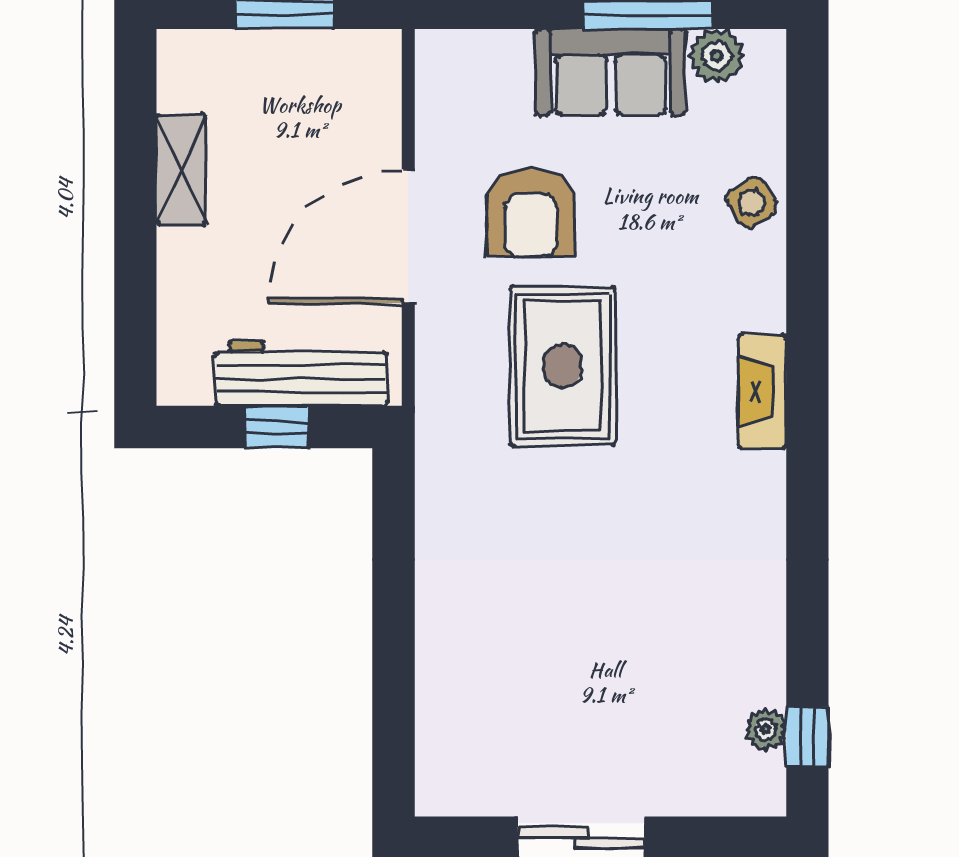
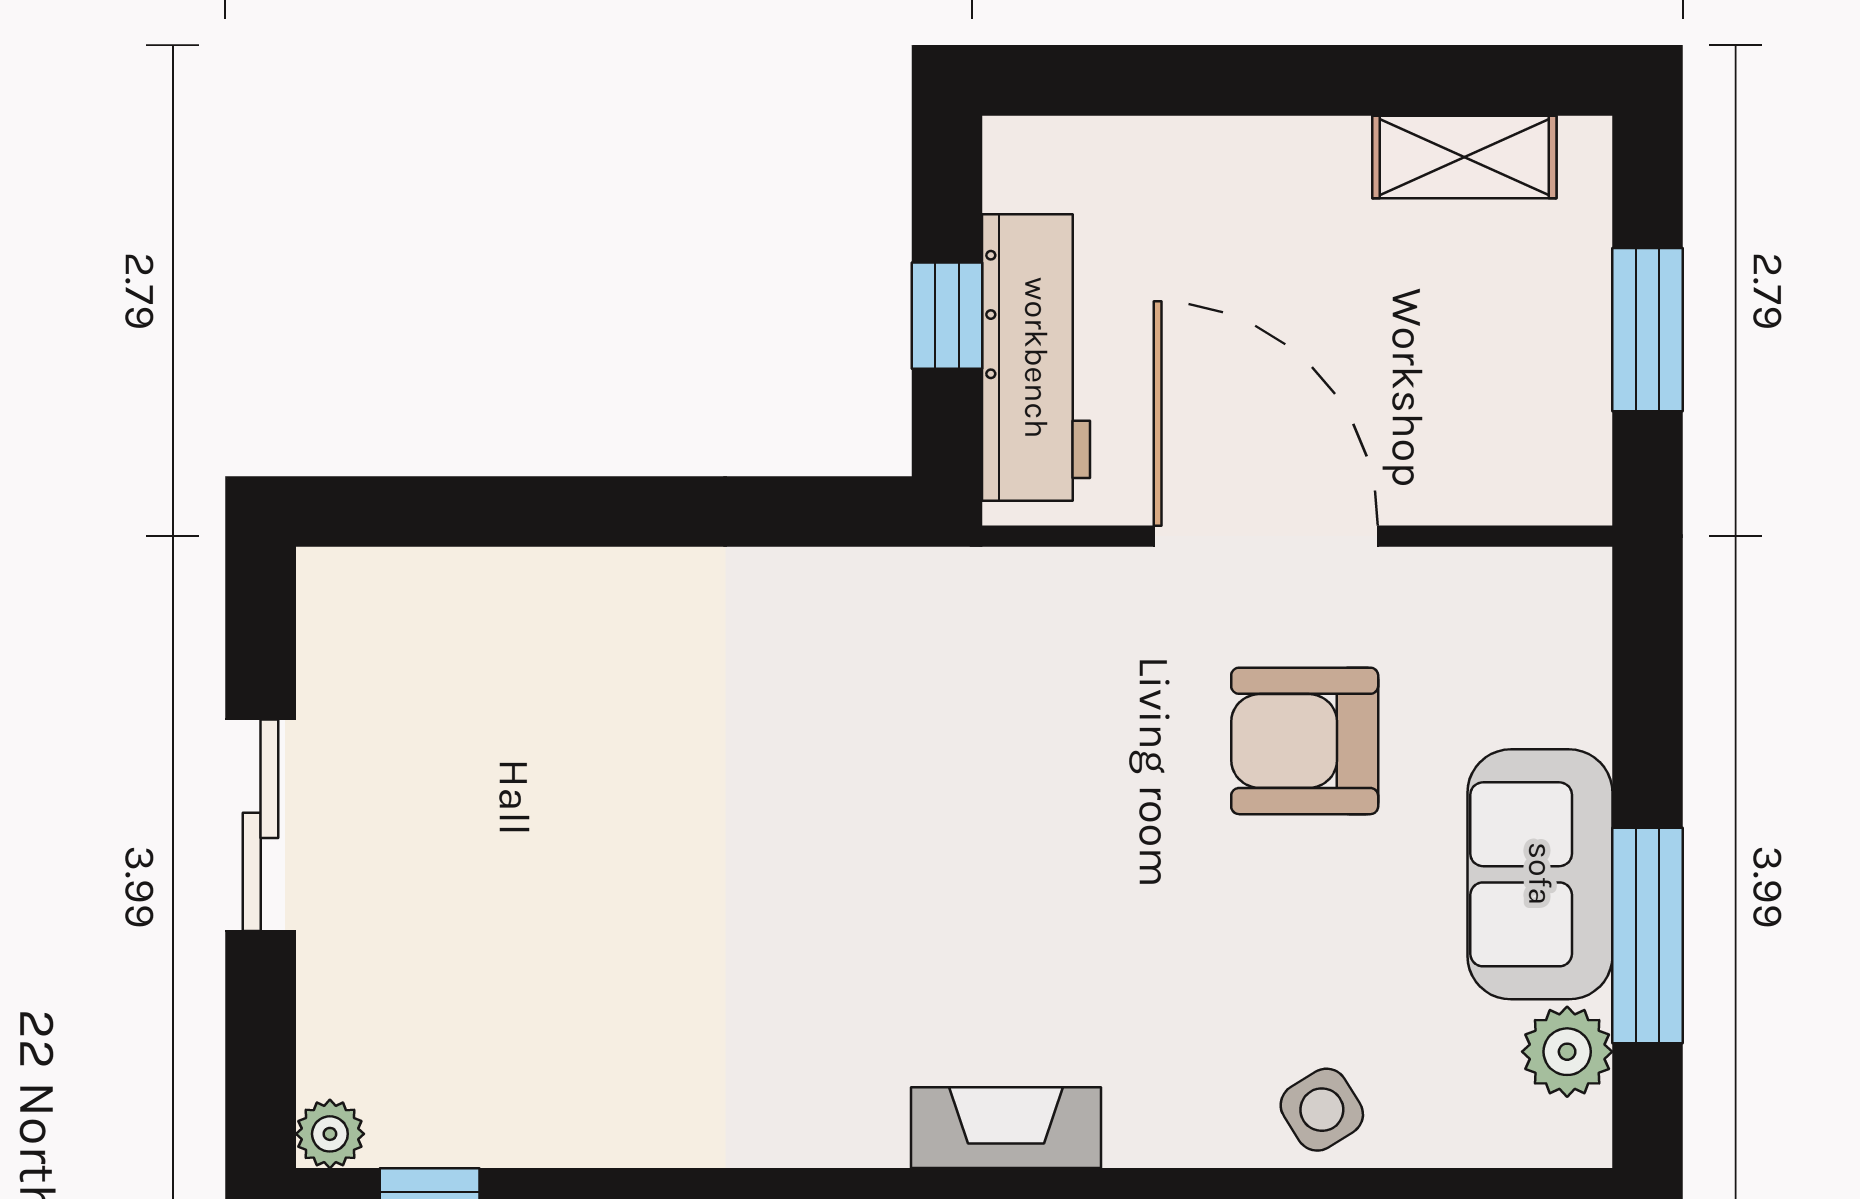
shelving: (181, 170) -> (1464, 157), moved
rug: (563, 366) -> (1049, 794), removed
plant: (766, 730) -> (330, 1134), moved

